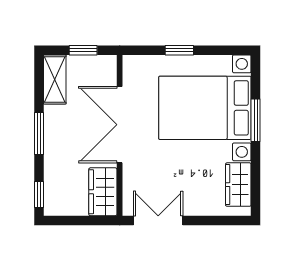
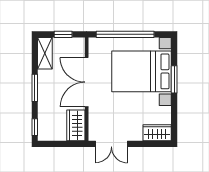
window: (179, 50) -> (125, 34), width x3.17
wardrobe: (238, 185) -> (157, 133), moved, turned 90
double door: (158, 220) -> (111, 144), swing flipped

